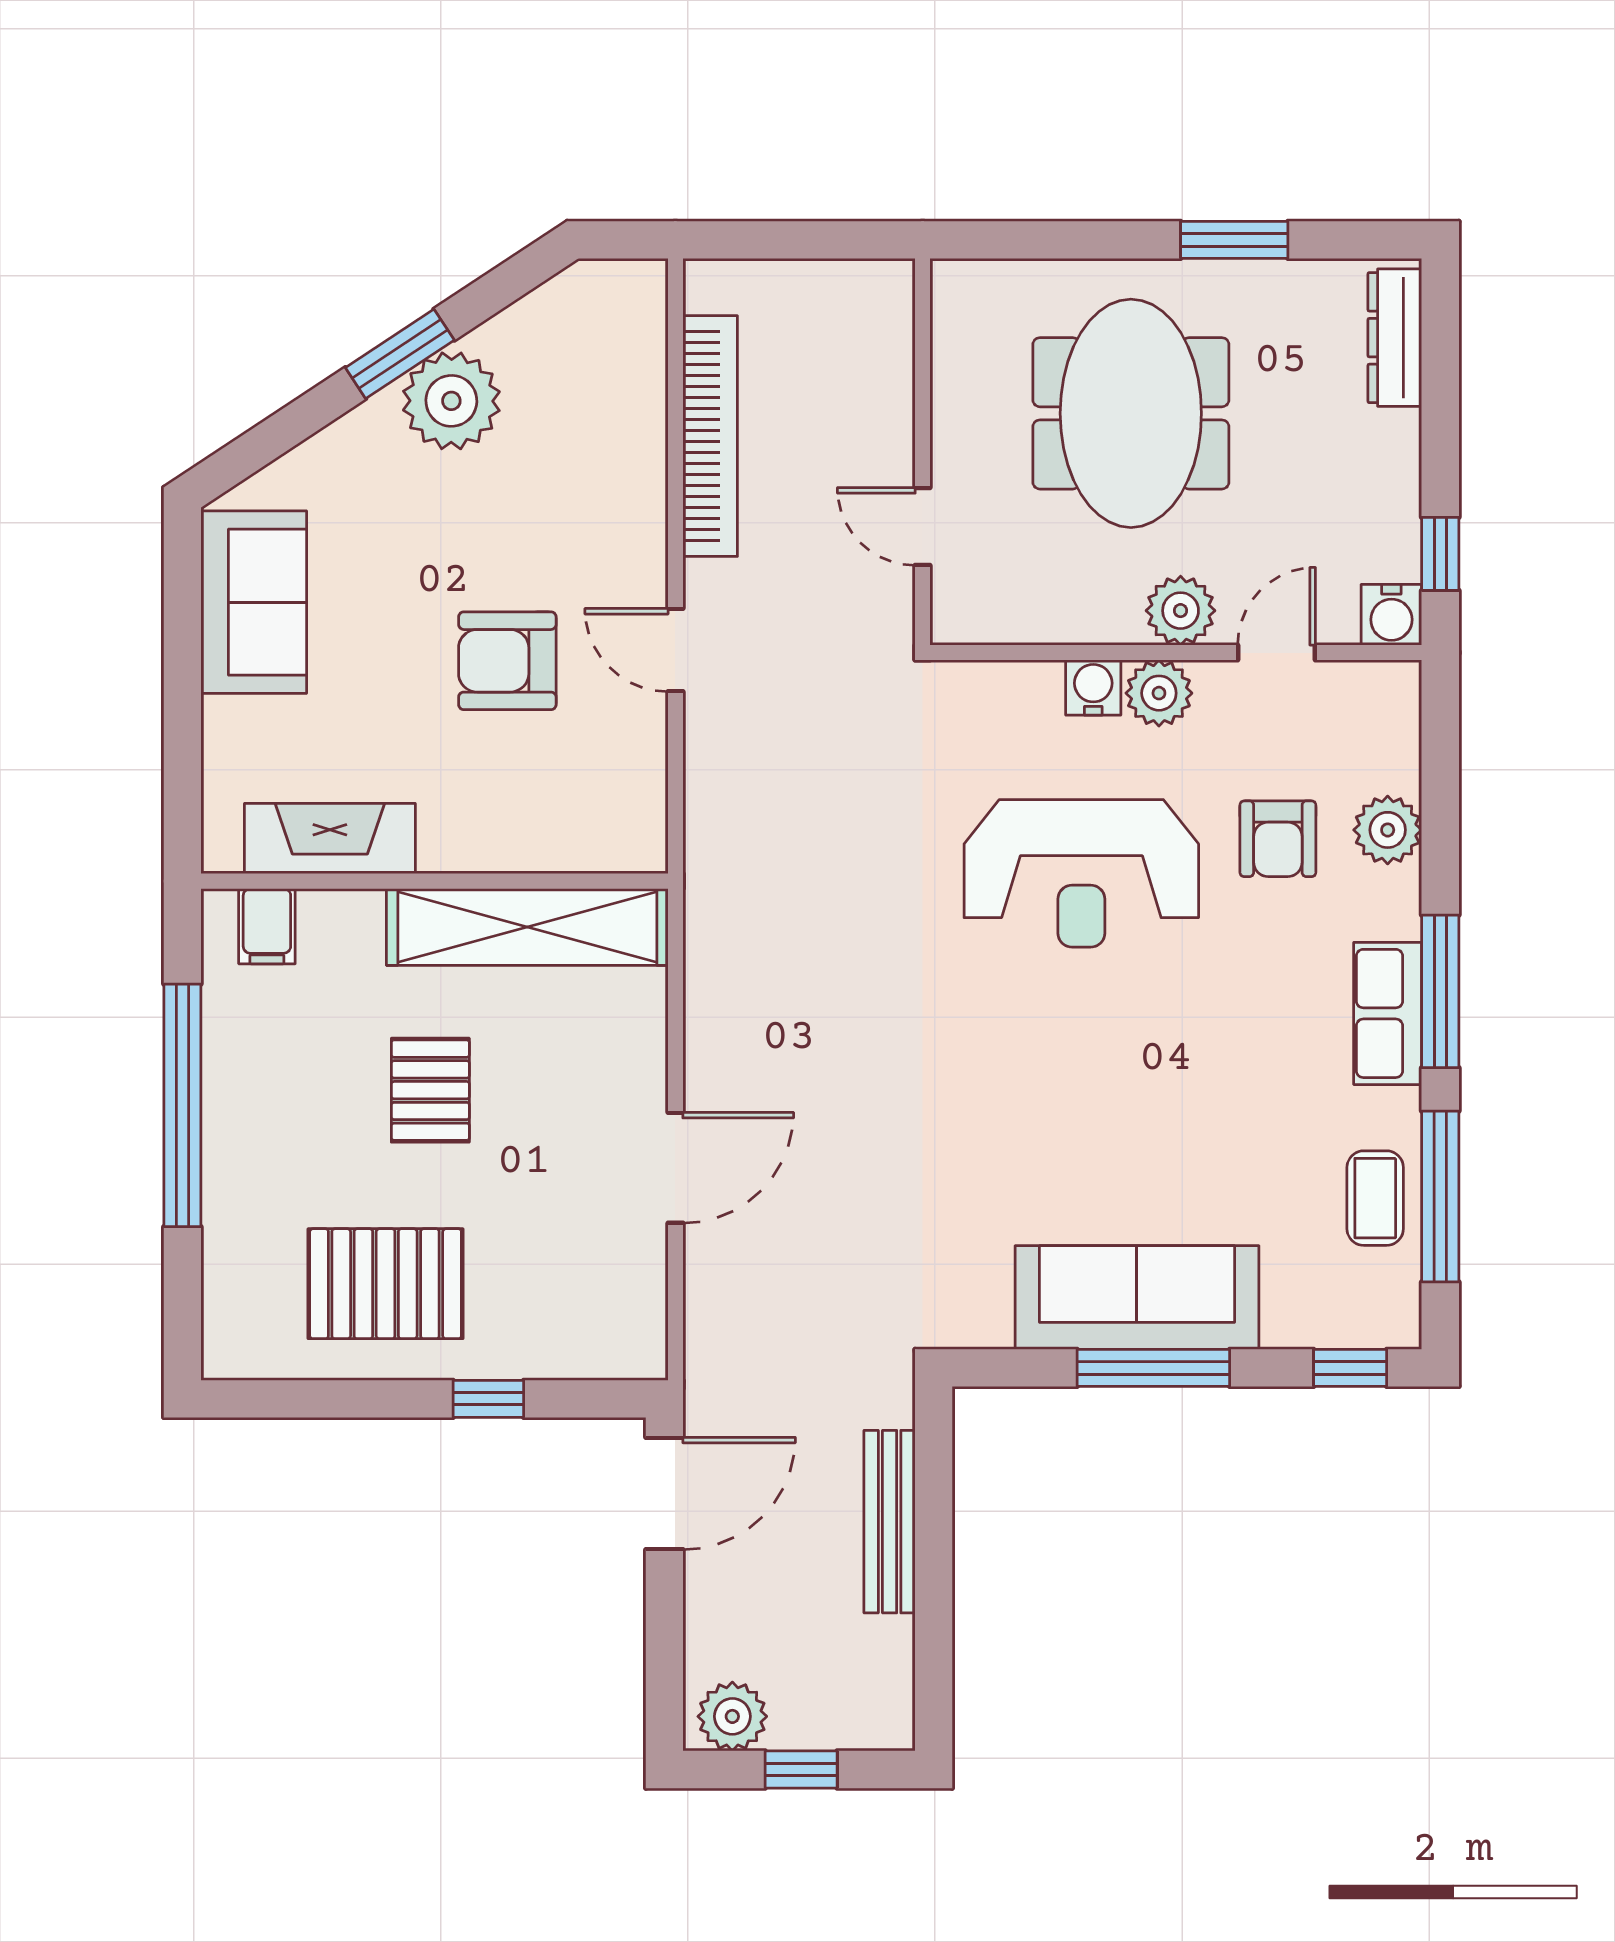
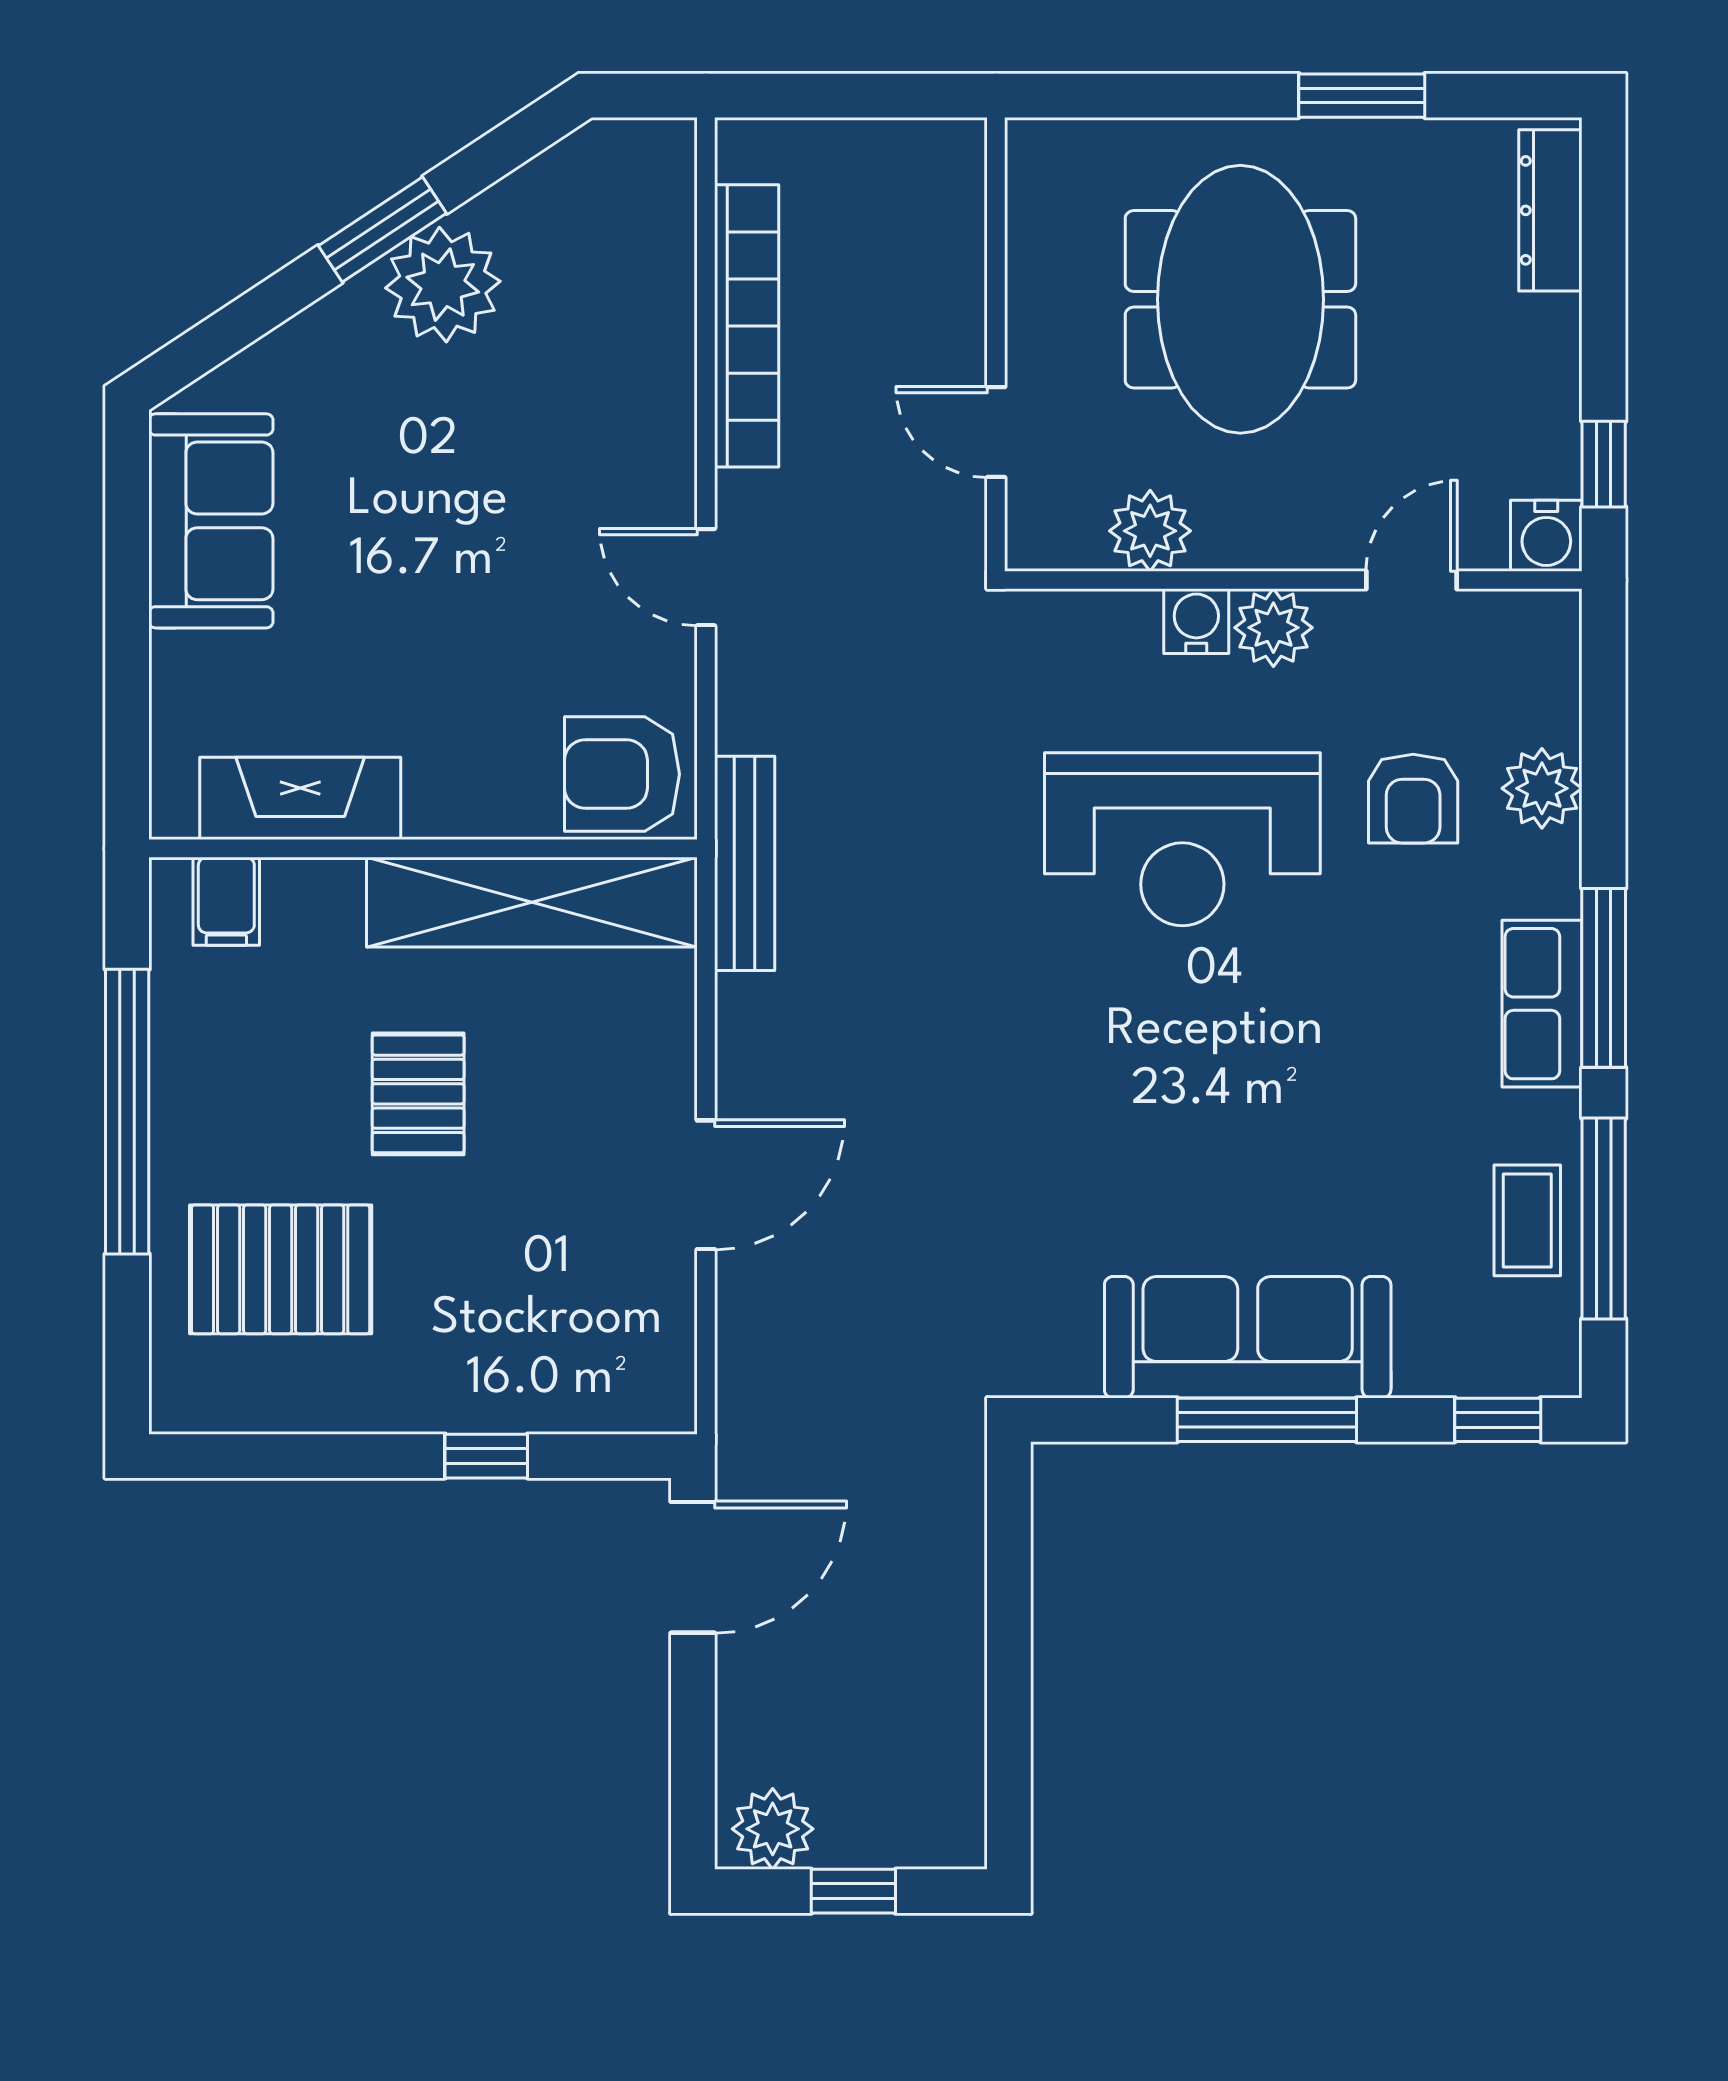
plant: (1181, 611) -> (1150, 531), moved
armchair: (507, 661) -> (622, 774), moved
pallet: (386, 1284) -> (281, 1269), moved
bench: (890, 1522) -> (745, 863), moved

